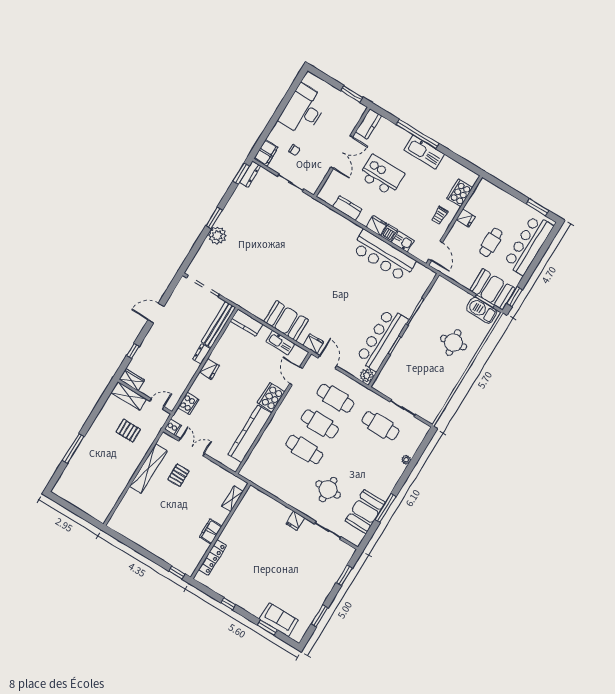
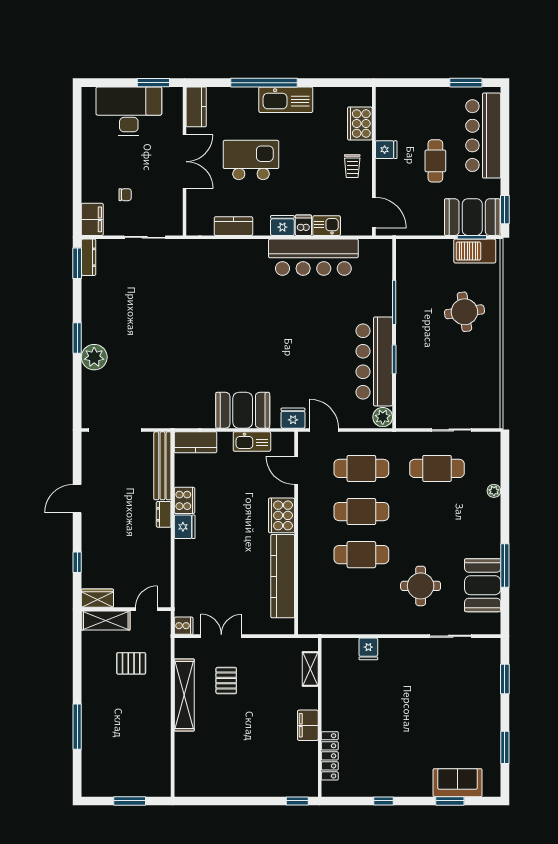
desk: (303, 110) -> (129, 111), moved, turned 90
cooker: (188, 404) -> (185, 500), moved
window: (77, 512) -> (130, 801), added
fridge: (295, 521) -> (368, 649), moved

